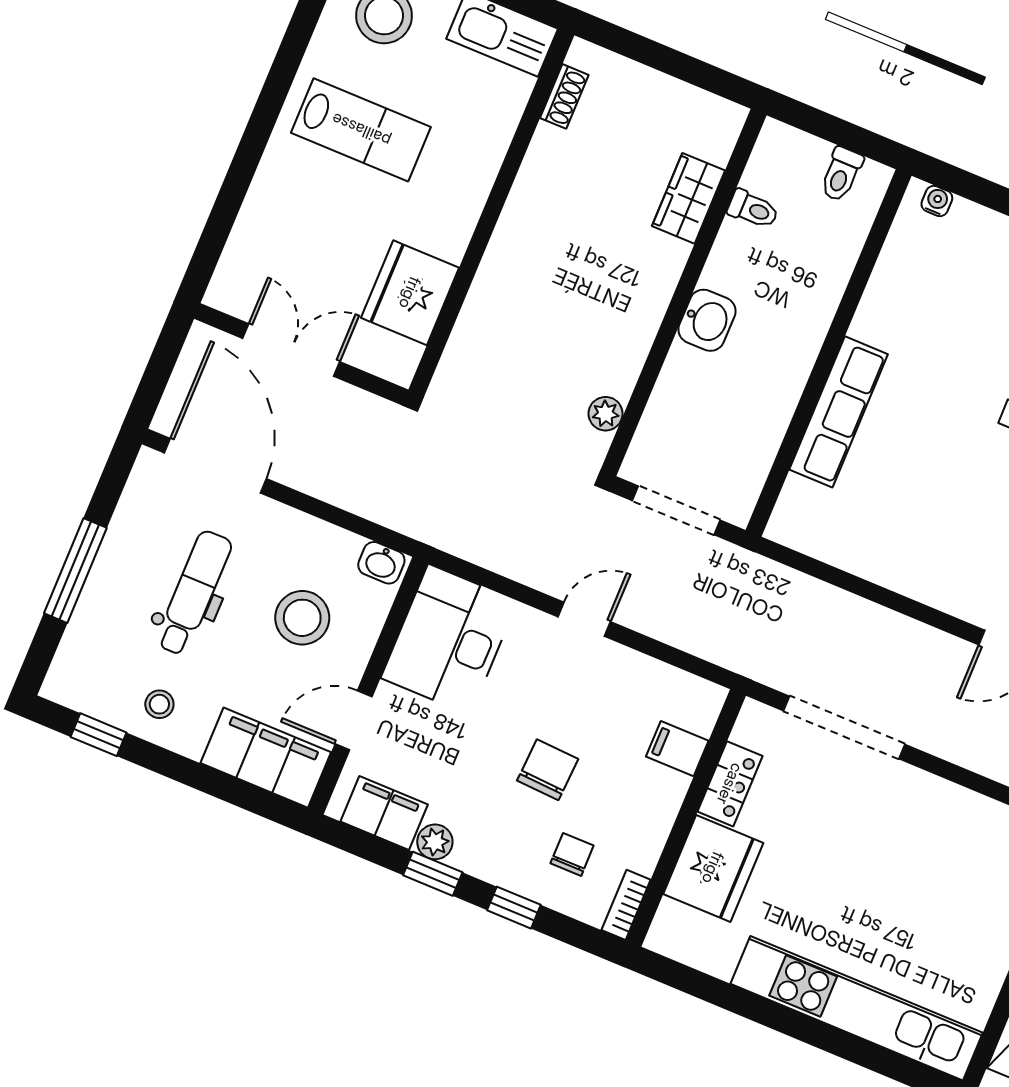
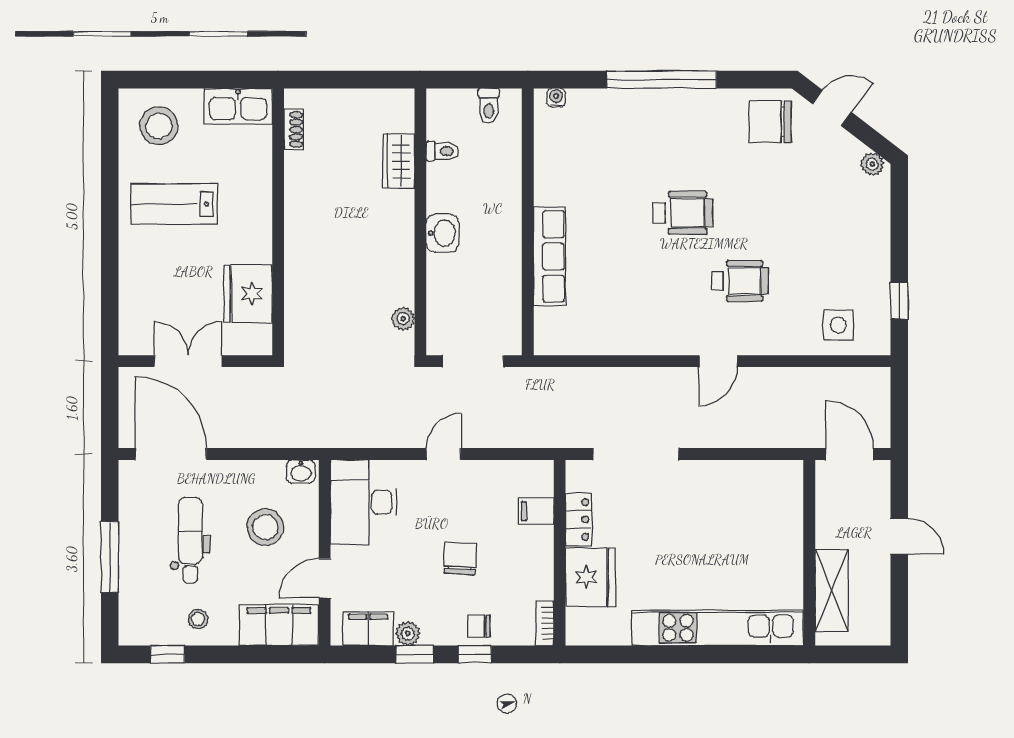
lab bench: (361, 130) -> (174, 204), turned 180
chair: (572, 854) -> (479, 626), moved, turned -90

